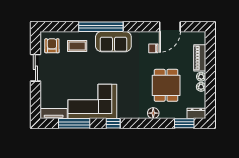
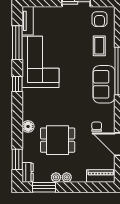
armchair: (52, 46) -> (100, 19), turned 90
piano: (200, 58) -> (101, 176), moved
window: (210, 98) -> (44, 187), added

